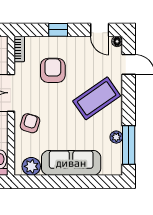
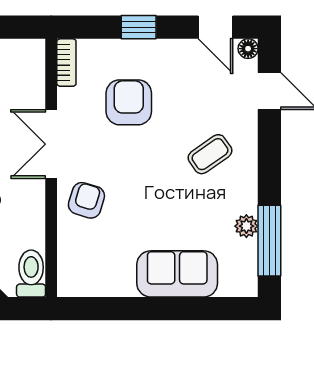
coffee table: (97, 98) -> (210, 154), width x0.54, depth x0.58
sofa: (71, 163) -> (177, 274), width x0.73
plant: (31, 166) -> (89, 280), removed

